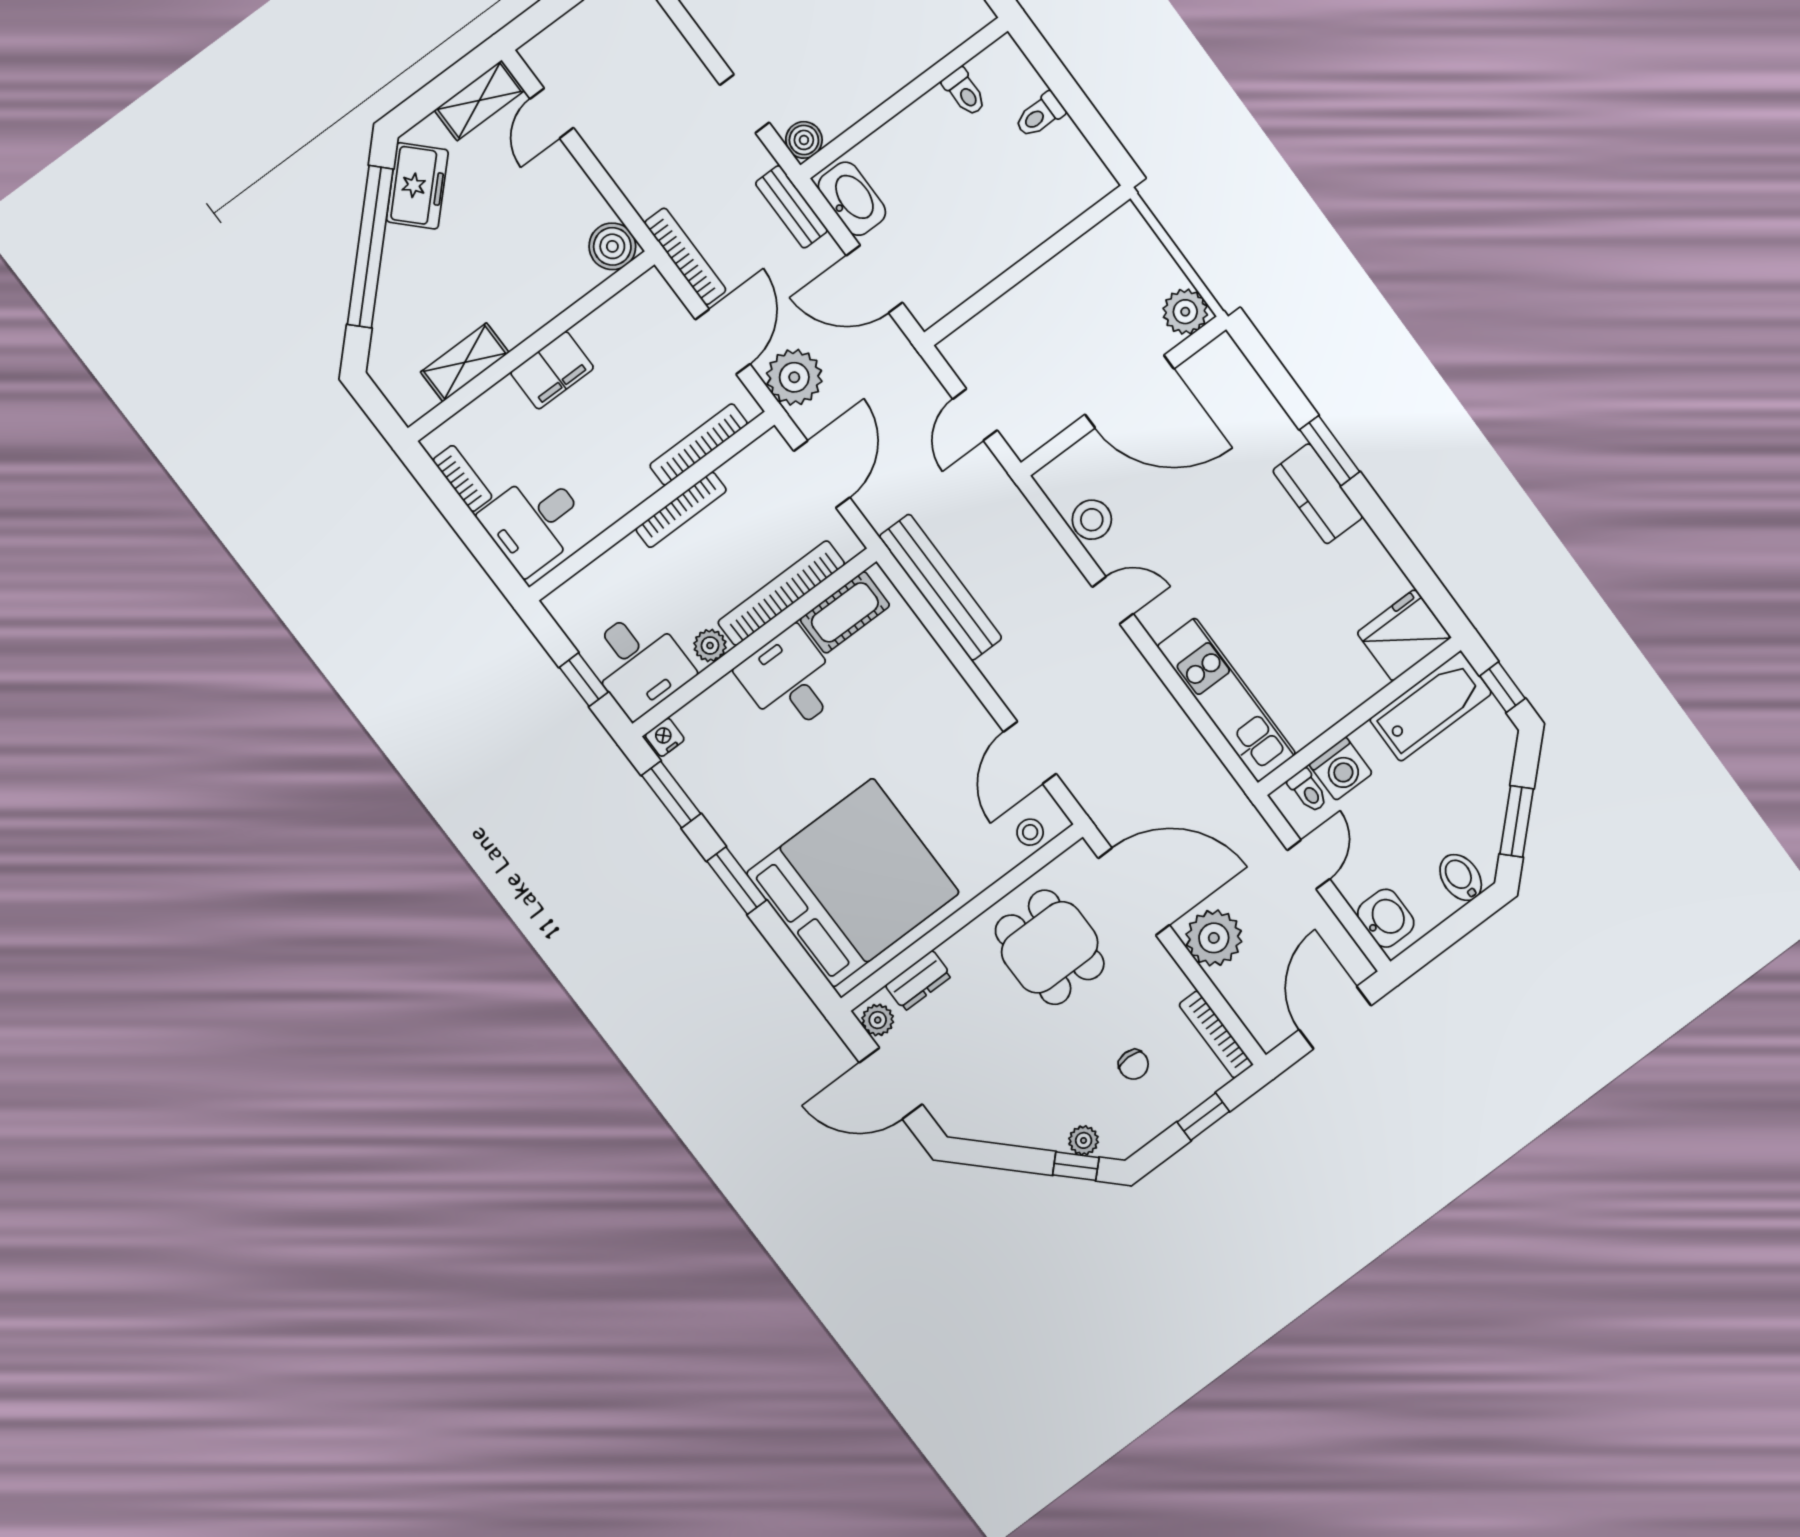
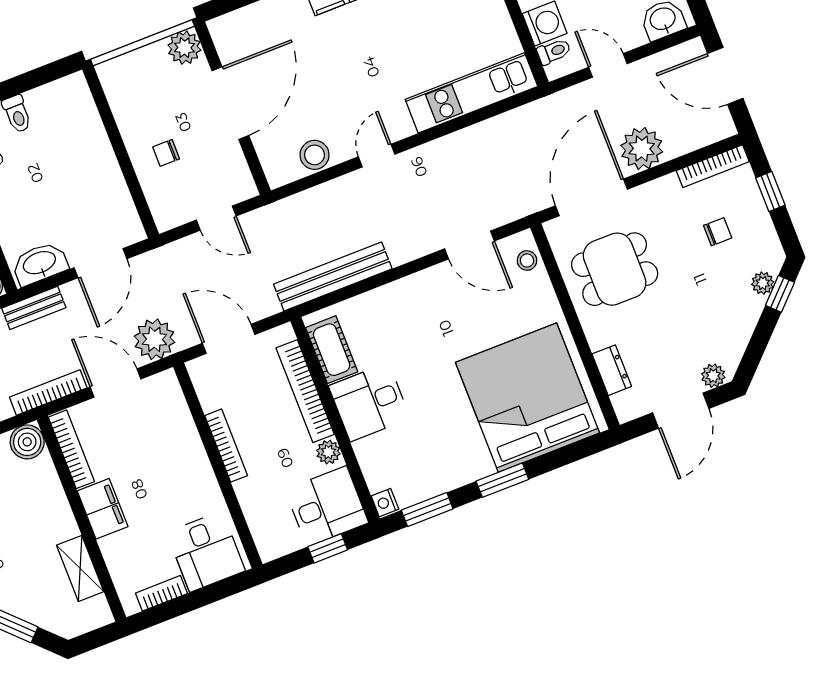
chair: (1042, 325) -> (166, 153), added
bookcase: (699, 445) -> (71, 449), moved, turned 180
plant: (878, 1020) -> (713, 376), moved

